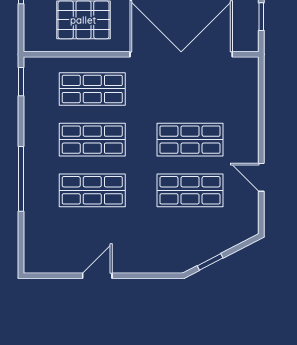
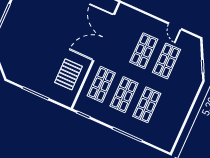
door: (261, 177) -> (175, 26), hinge flipped
door: (97, 276) -> (186, 120), removed

